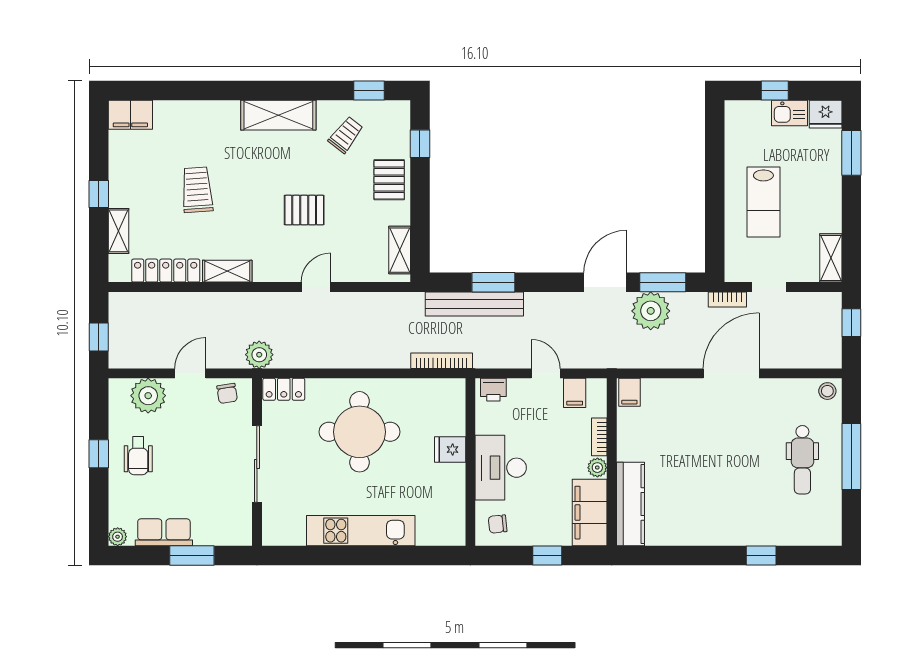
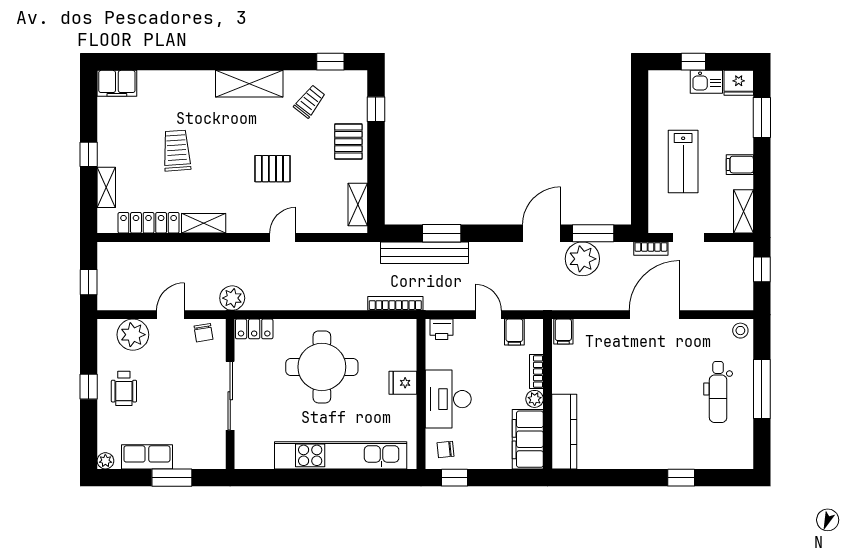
filing cabinet: (827, 206) -> (740, 165), added
kitchen unit: (361, 531) -> (341, 455), width x1.36
window: (547, 555) -> (455, 478), moved

